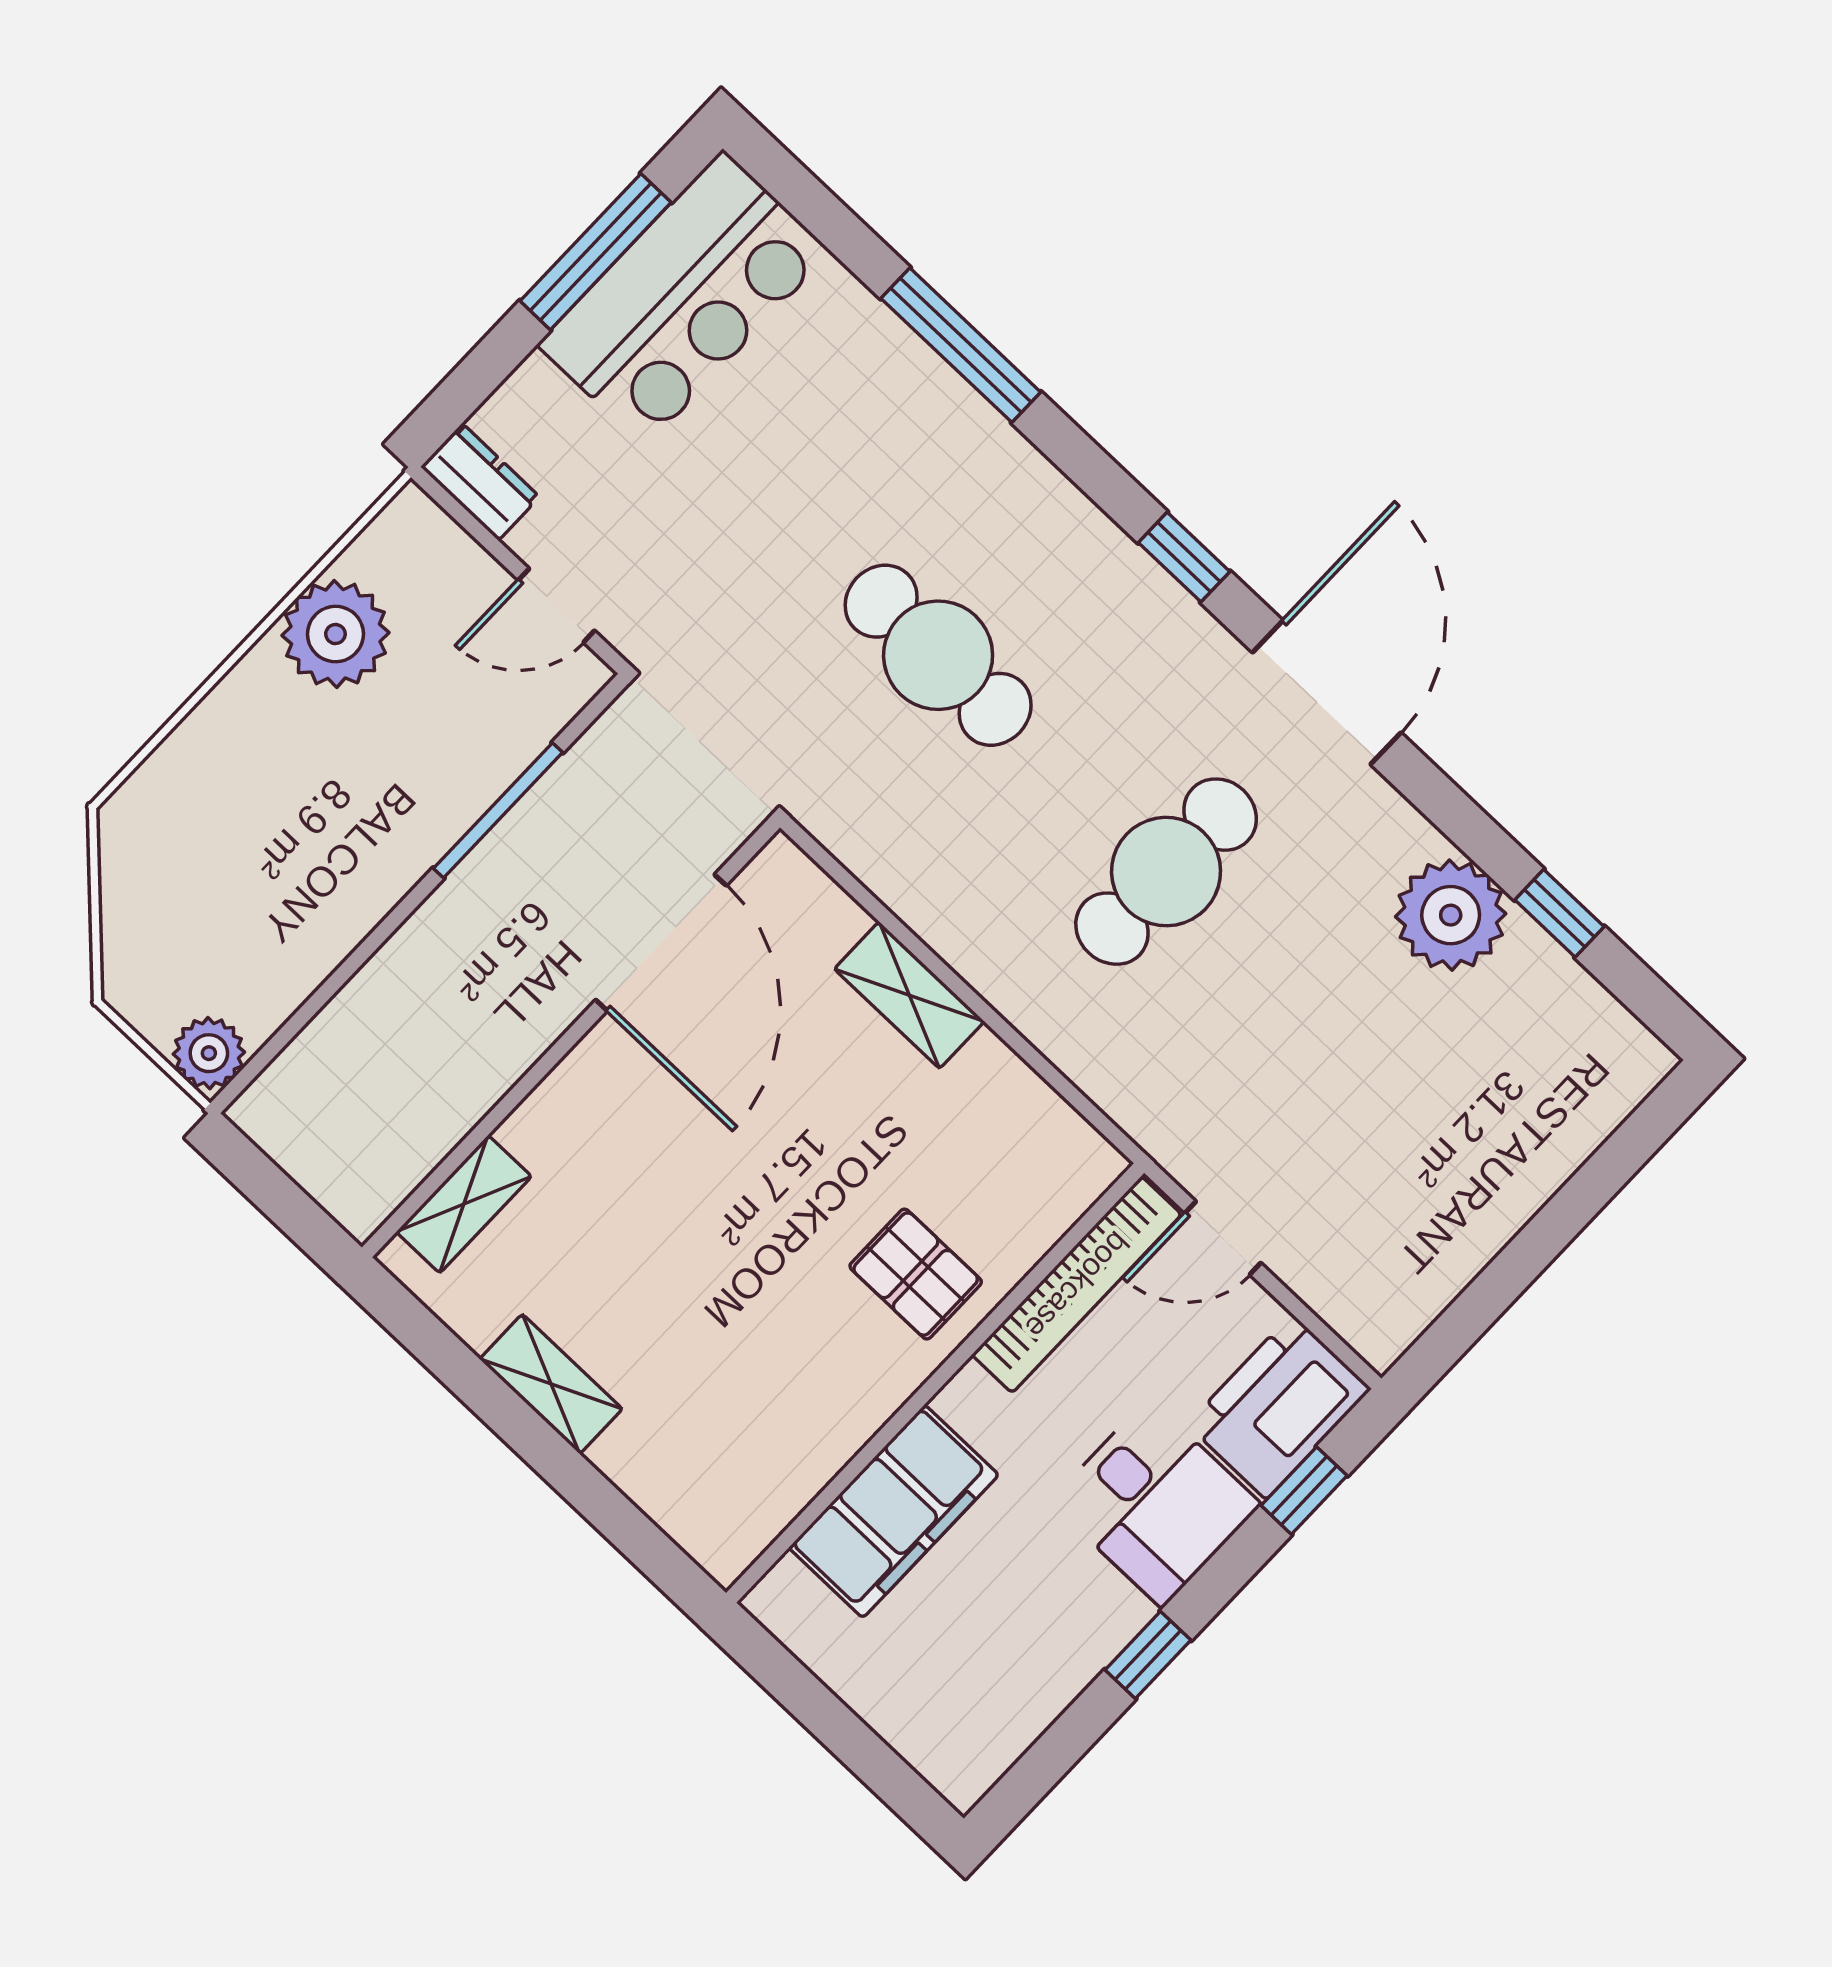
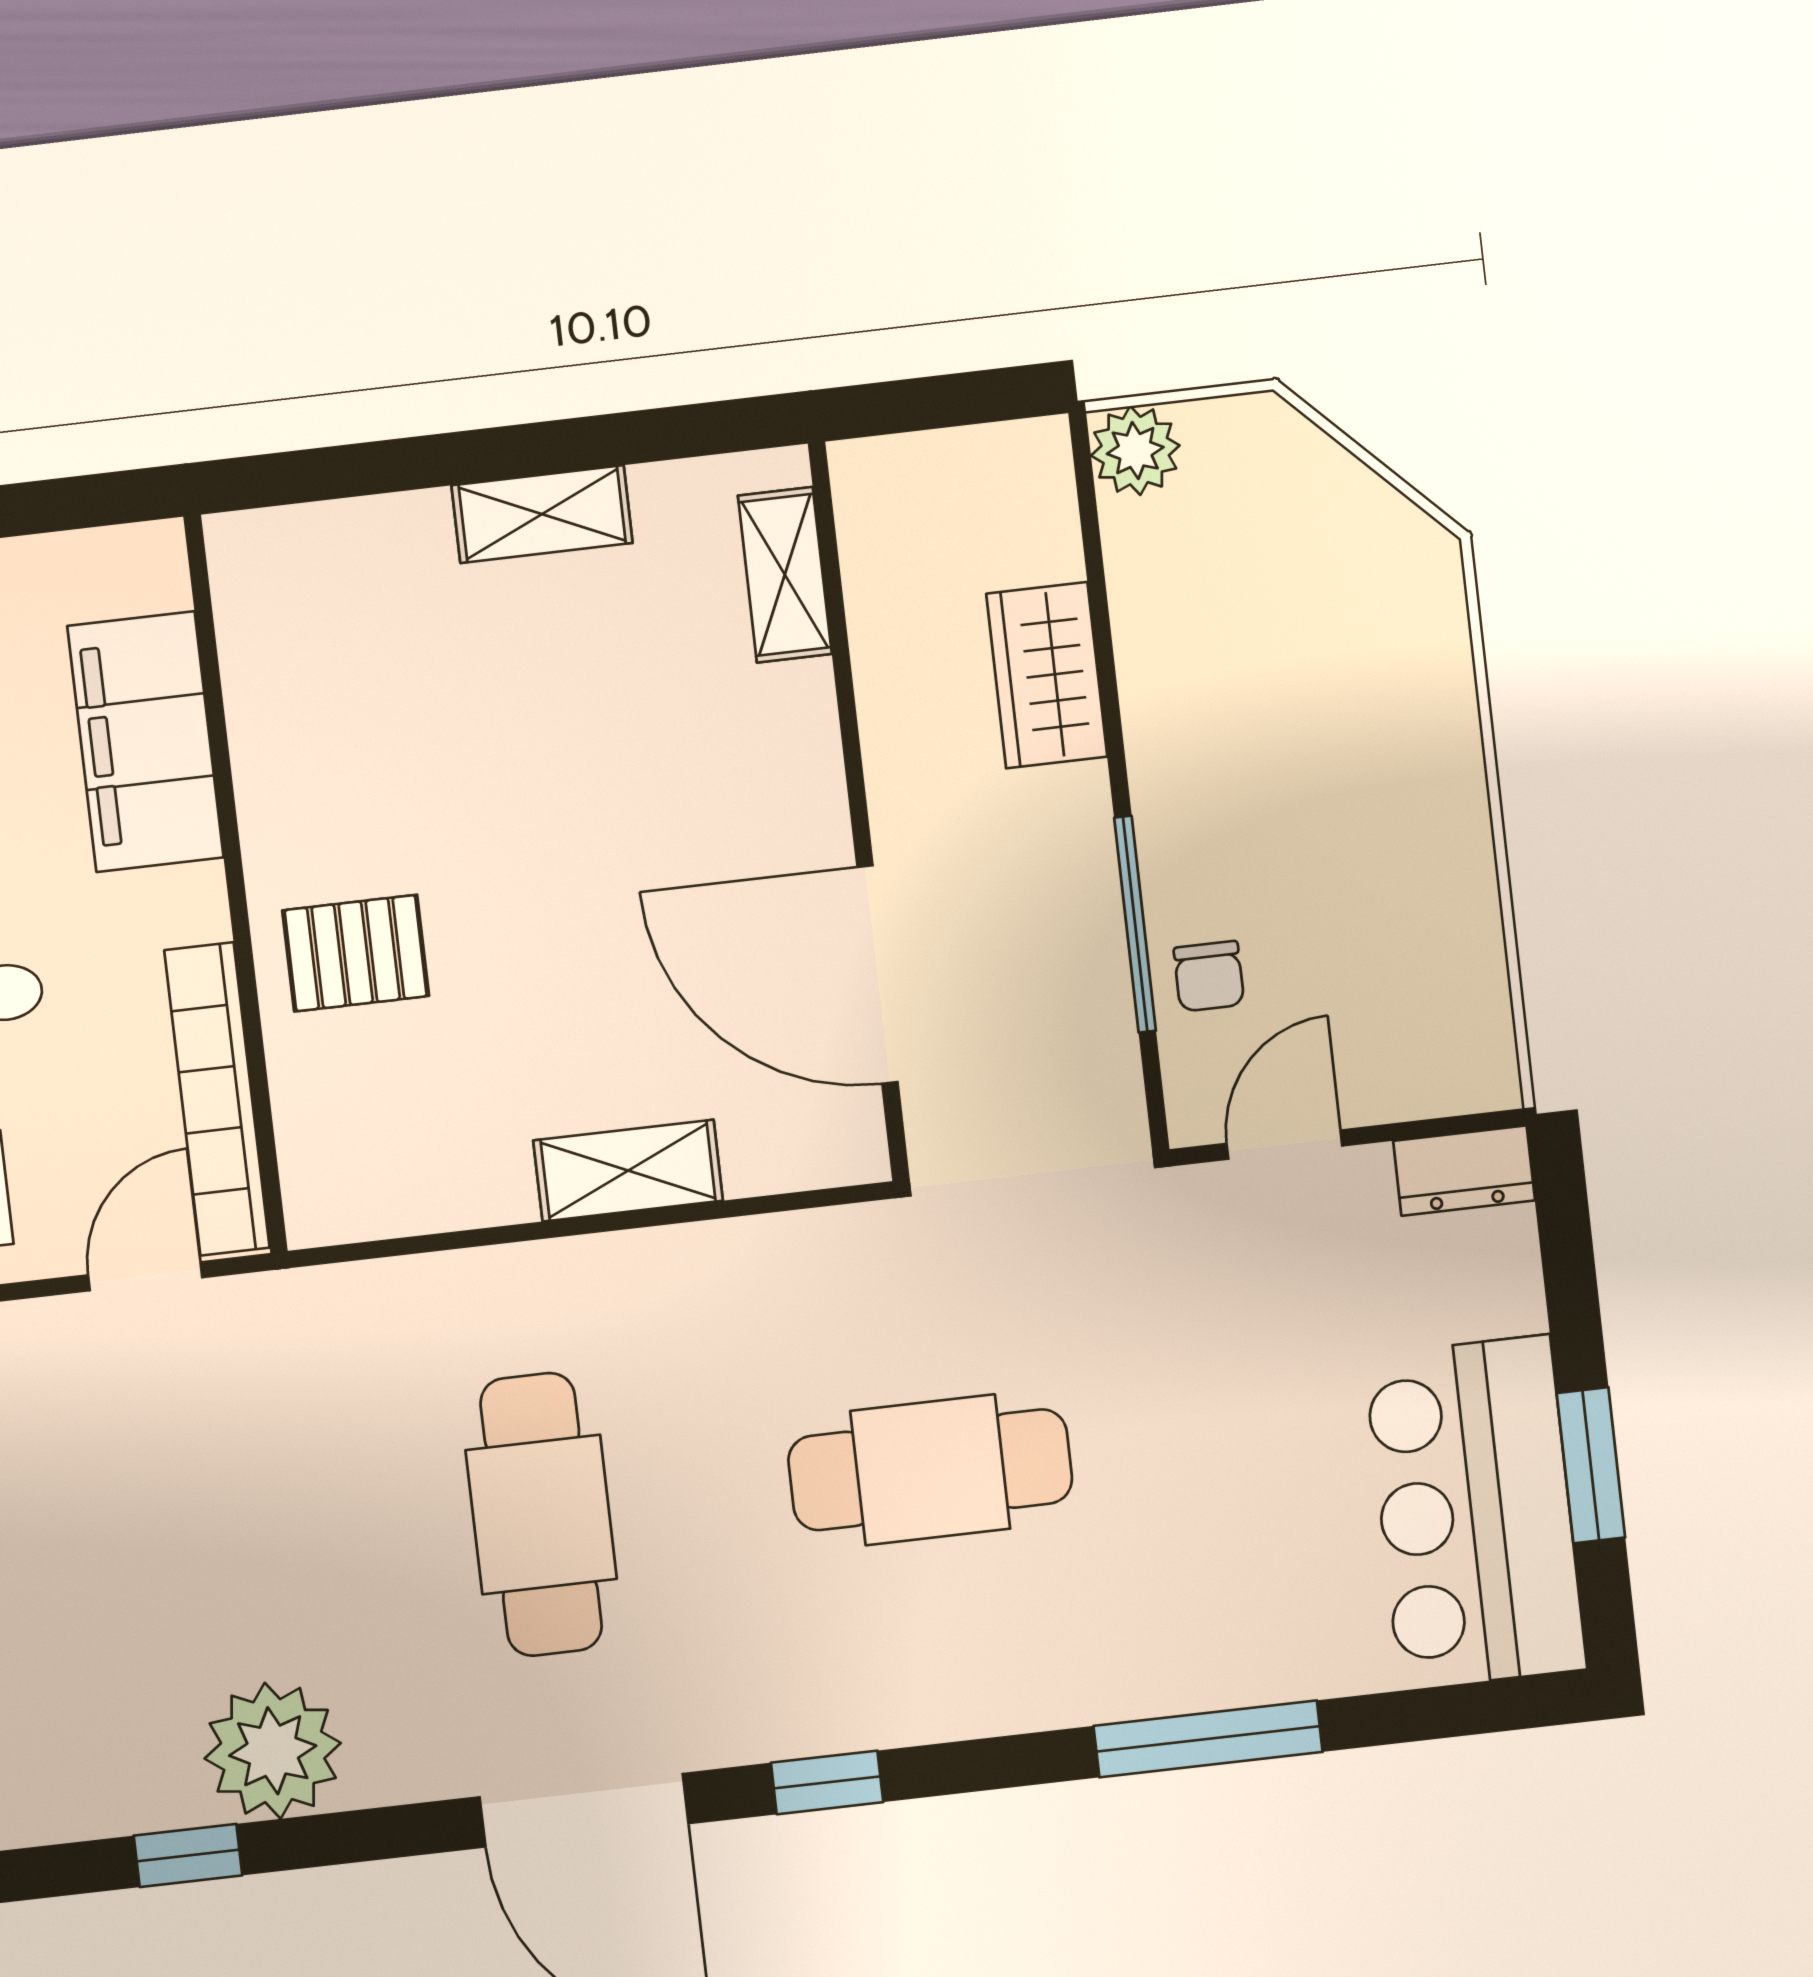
window: (596, 252) -> (1591, 1465), width x0.69
plant: (335, 634) -> (1435, 910), removed
chair: (492, 738) -> (1209, 976), added
wardrobe: (391, 992) -> (1047, 675), added

